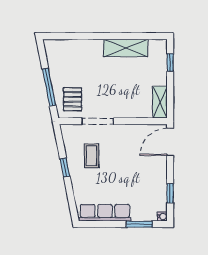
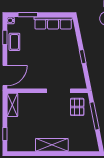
shelving: (126, 48) -> (52, 145), moved
coffee table: (92, 156) -> (14, 42), moved

